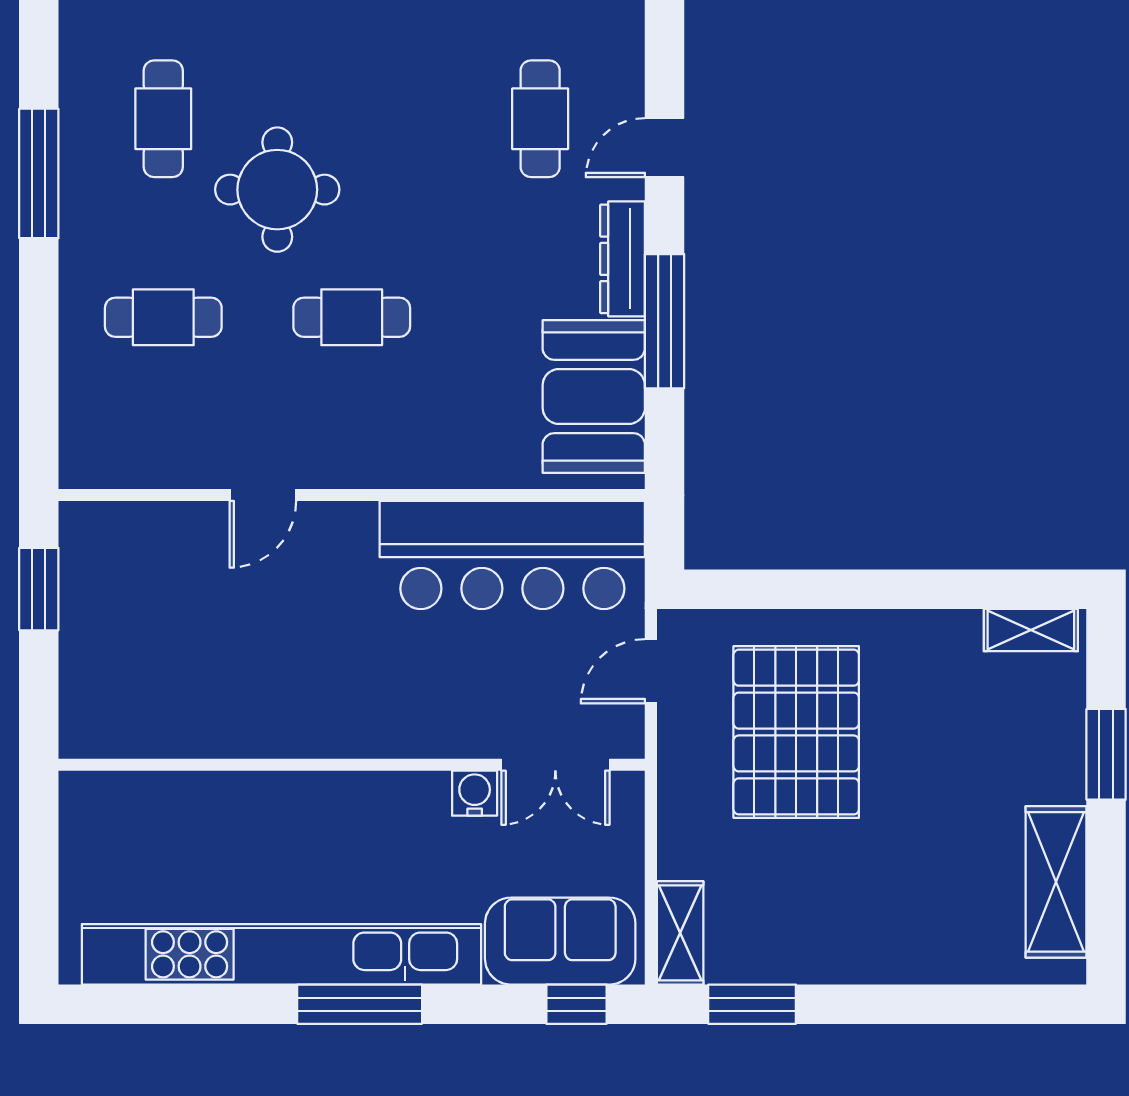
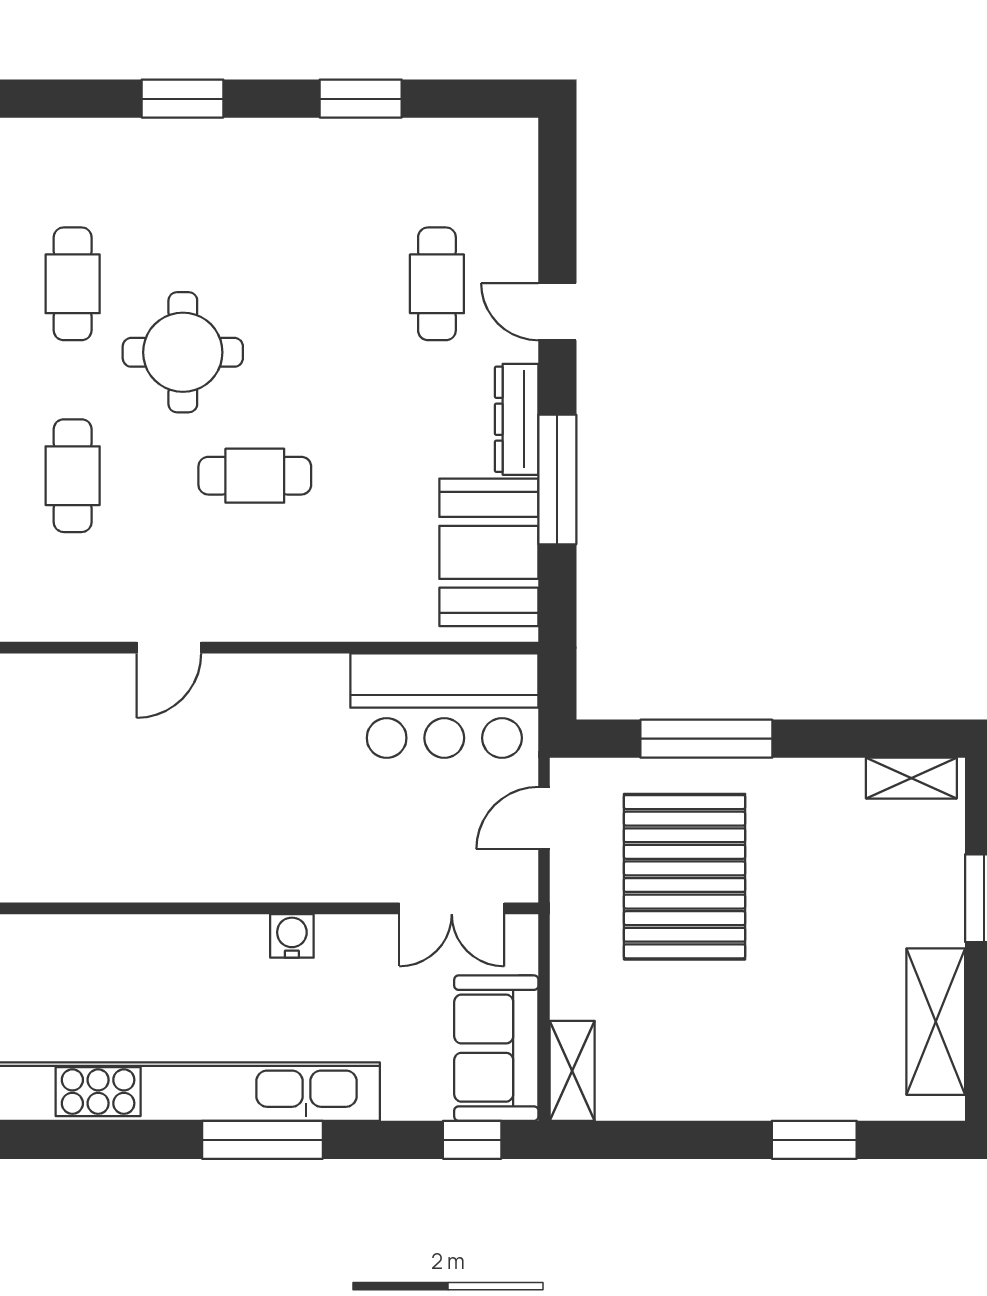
door: (665, 148) -> (557, 312), hinge flipped
cafe table: (163, 317) -> (73, 476), turned 90
bar counter: (512, 555) -> (444, 706), width x0.73
window: (819, 589) -> (706, 739), added
water cooler: (475, 793) -> (292, 936), moved
sofa: (560, 941) -> (496, 1048), moved, turned -90
window: (752, 1004) -> (814, 1140), moved

